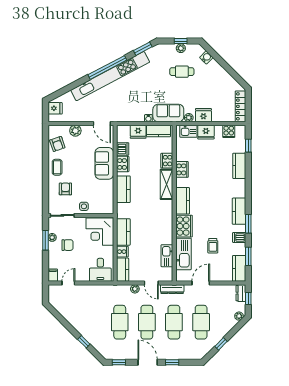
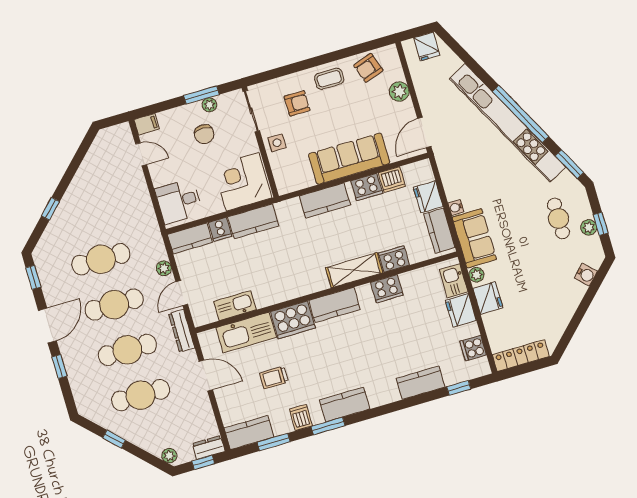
cafe table: (182, 72) -> (558, 218), moved
sofa: (104, 163) -> (349, 159), width x1.36

